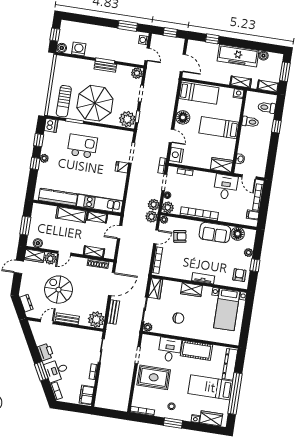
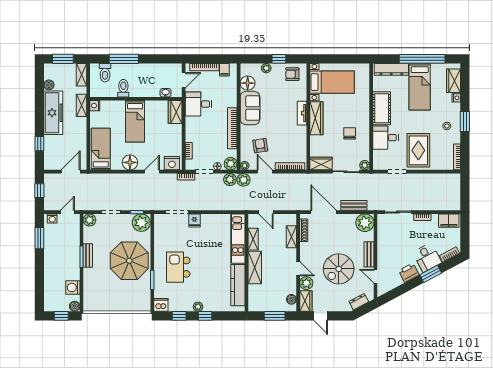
sun lounger: (64, 101) -> (132, 295), removed
window: (276, 126) -> (124, 59), width x2.17
wardrobe: (192, 290) -> (316, 118), width x1.50

